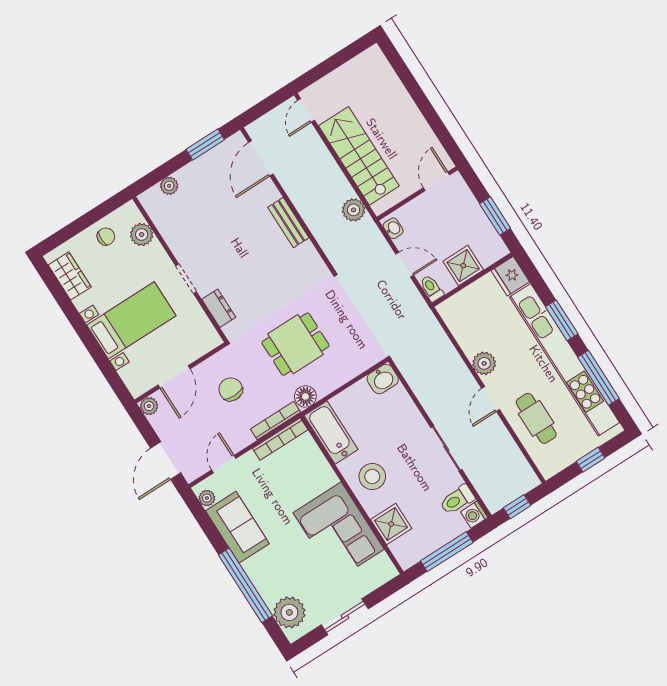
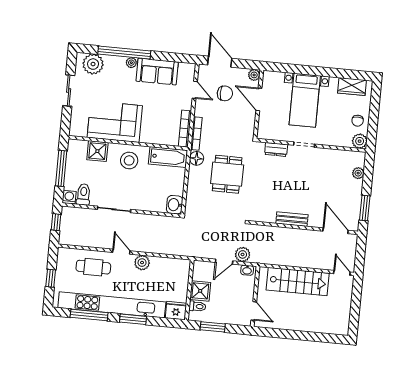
plant: (354, 210) -> (243, 254), moved
plant: (142, 235) -> (360, 141), moved
toilet: (432, 288) -> (197, 306), moved
chair: (231, 389) -> (225, 93), moved
plant: (207, 498) -> (131, 63), moved

